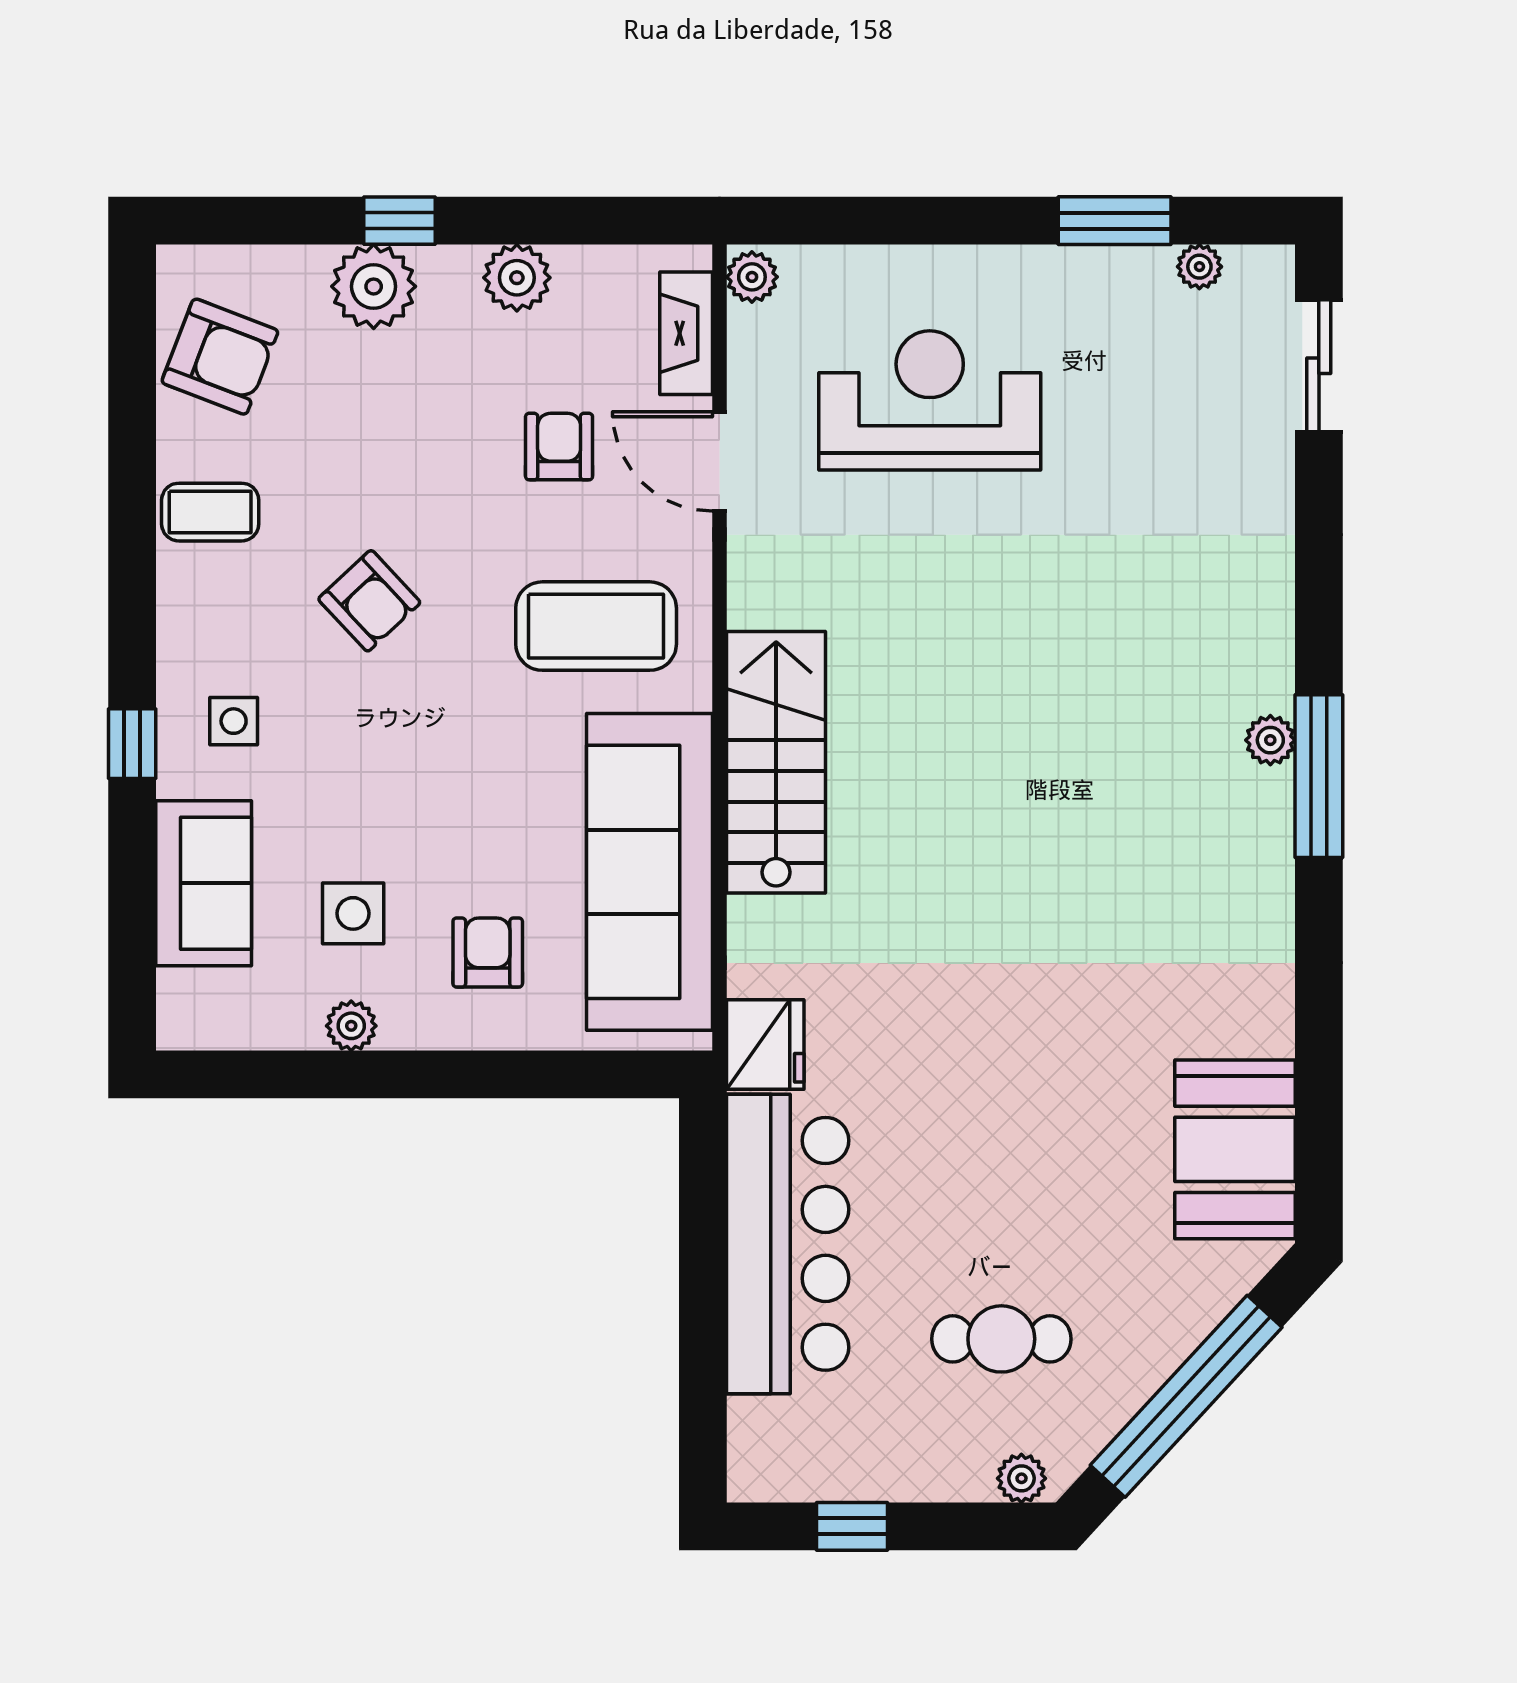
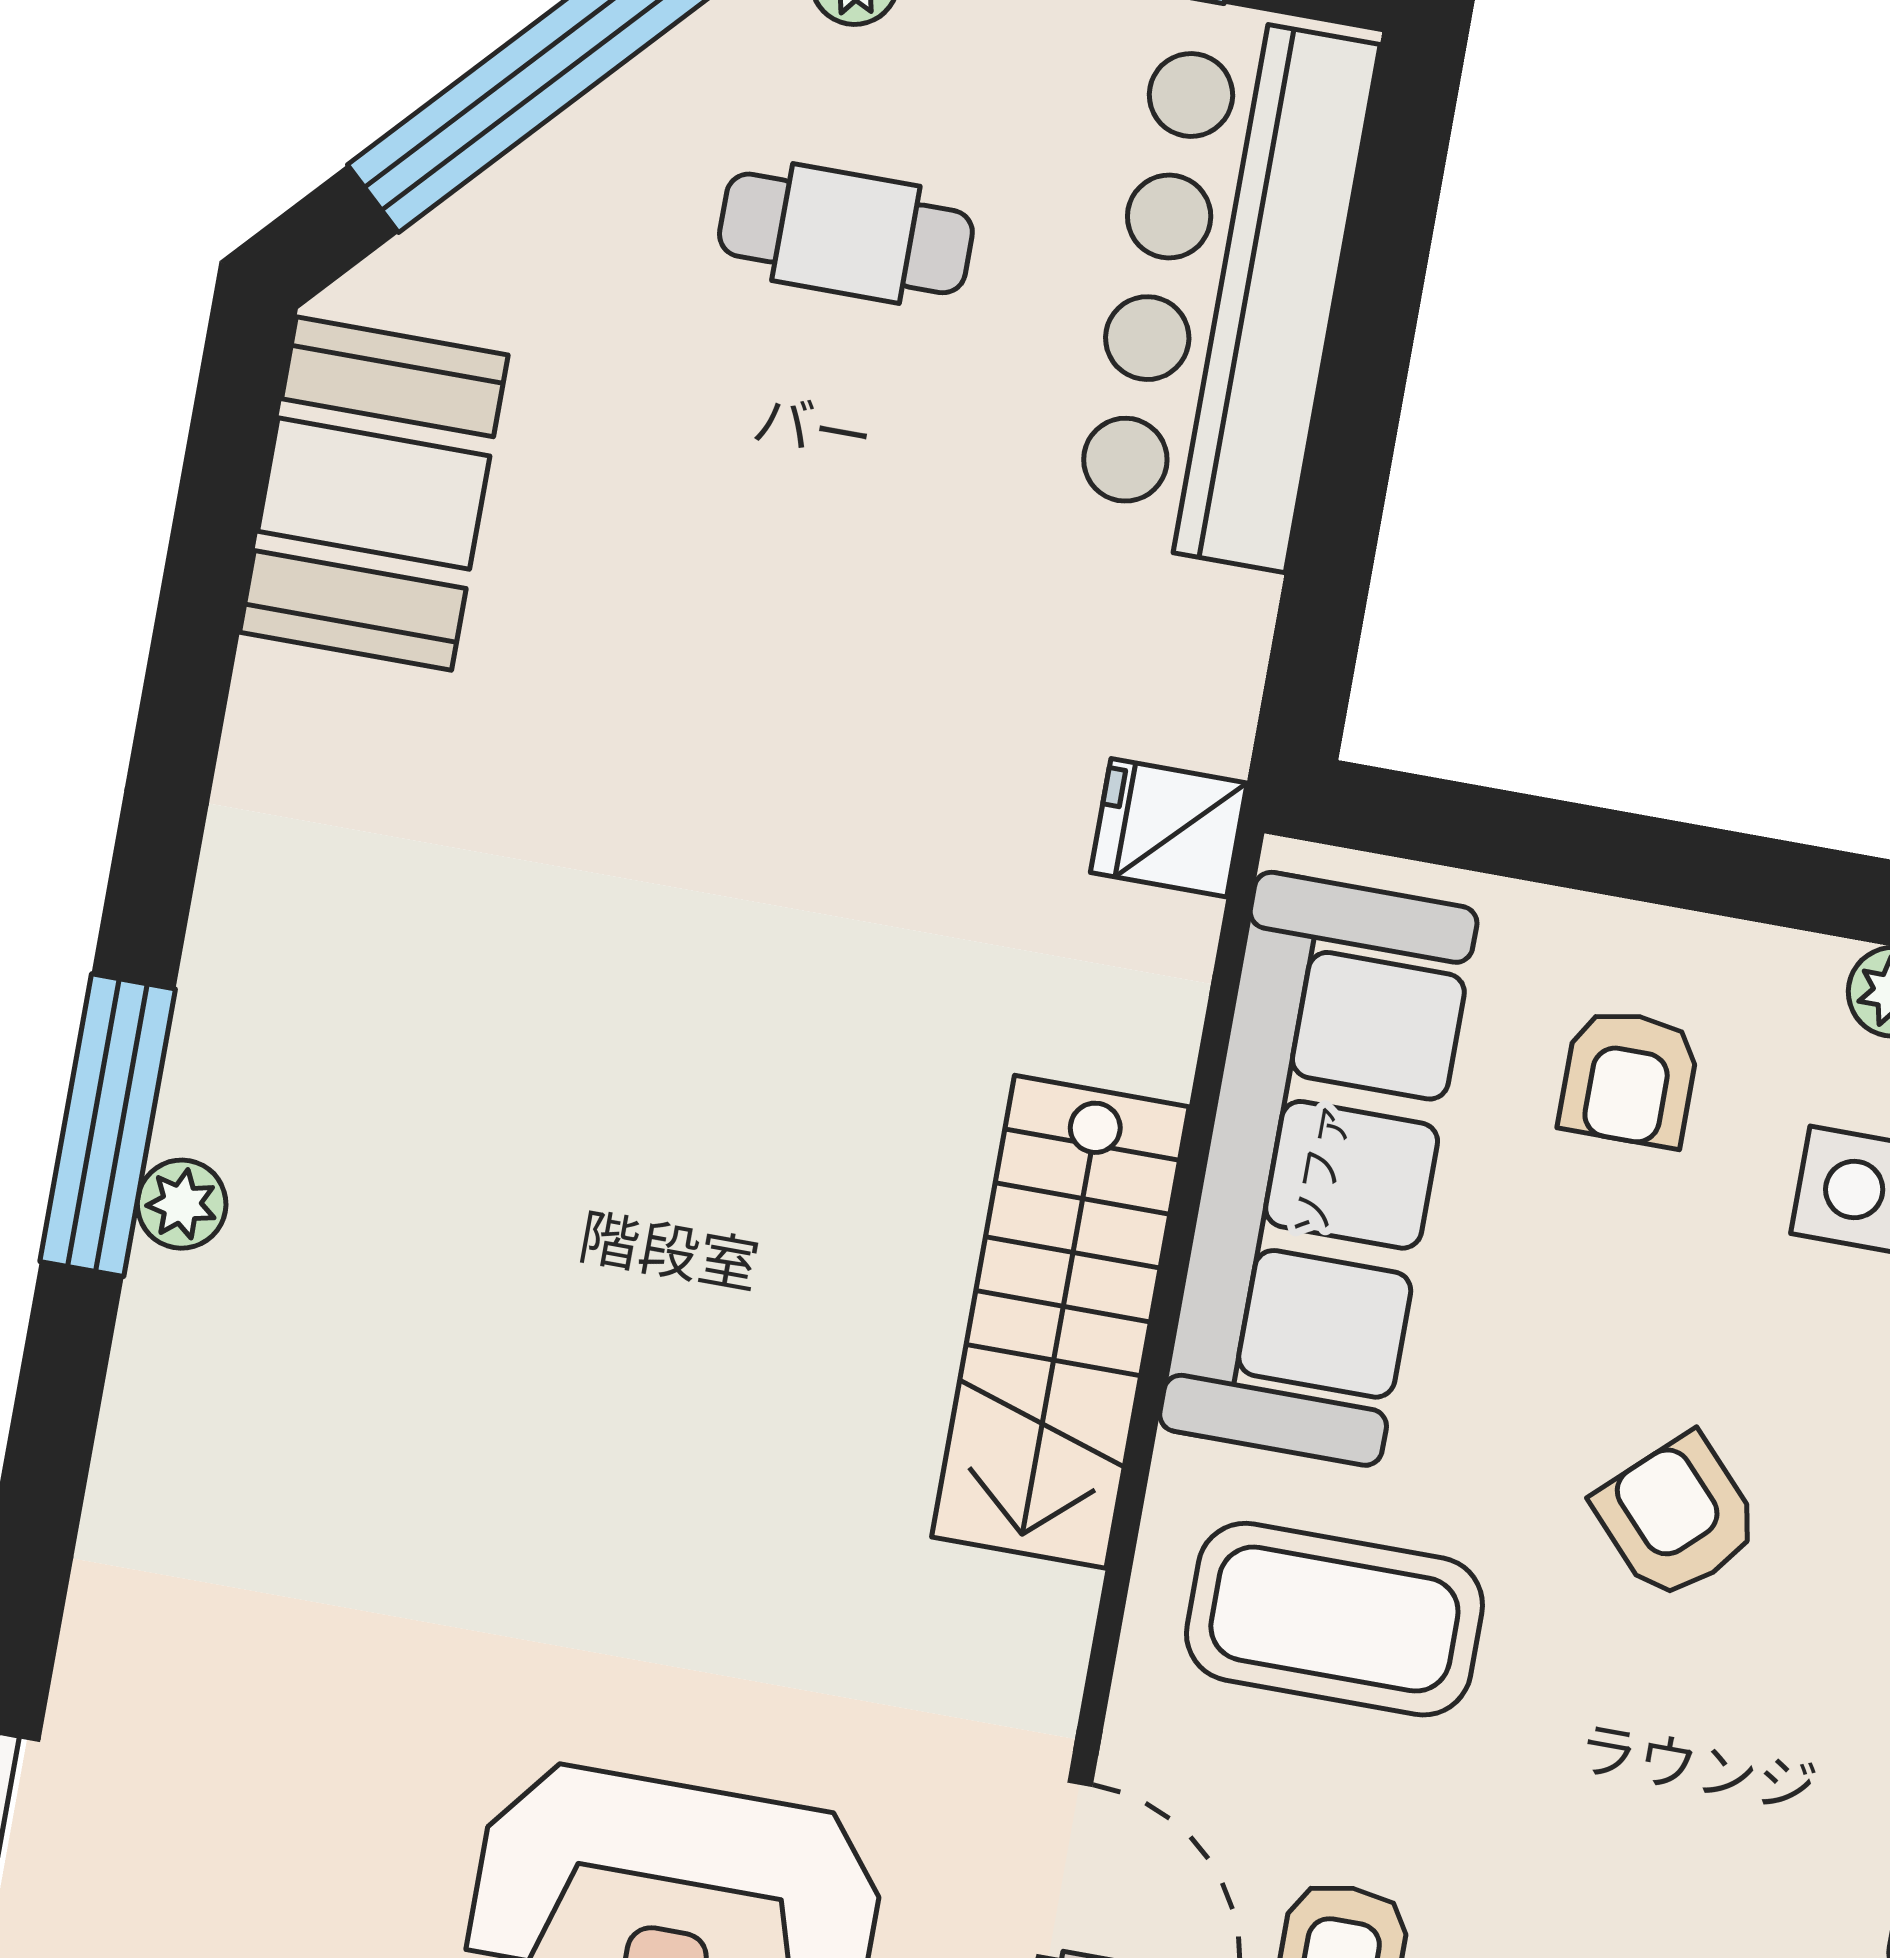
armchair: (369, 601) -> (1677, 1517), moved
fridge: (765, 1044) -> (1169, 828), width x0.72
bar counter: (788, 1244) -> (1225, 289), moved

